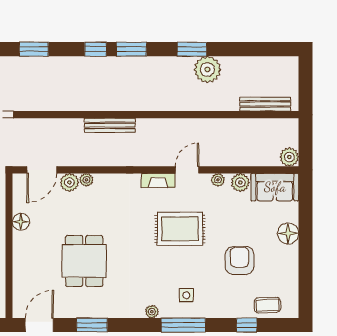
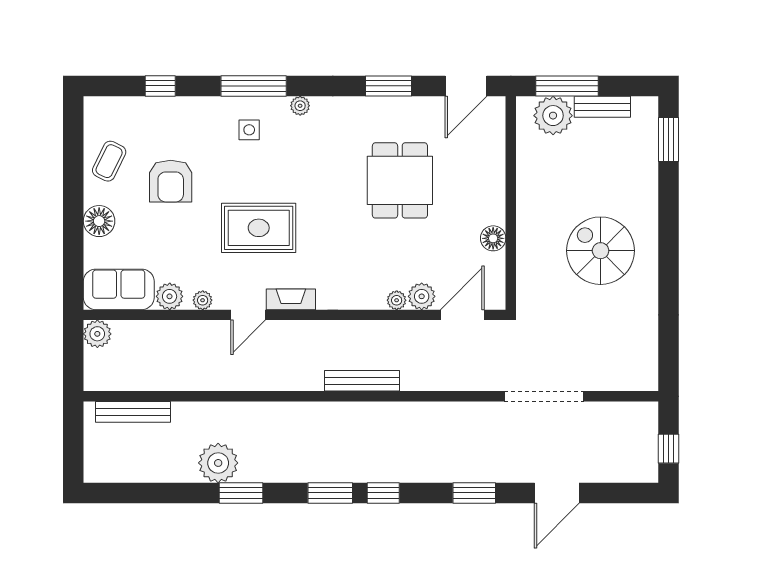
coffee table: (267, 305) -> (109, 161), moved, turned -62

